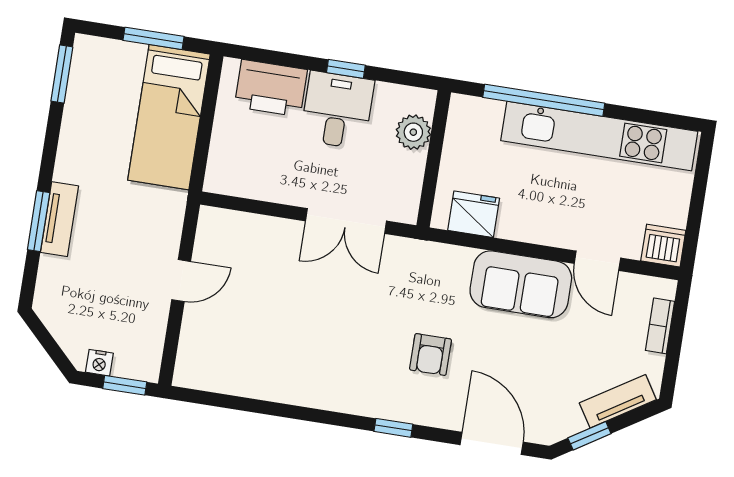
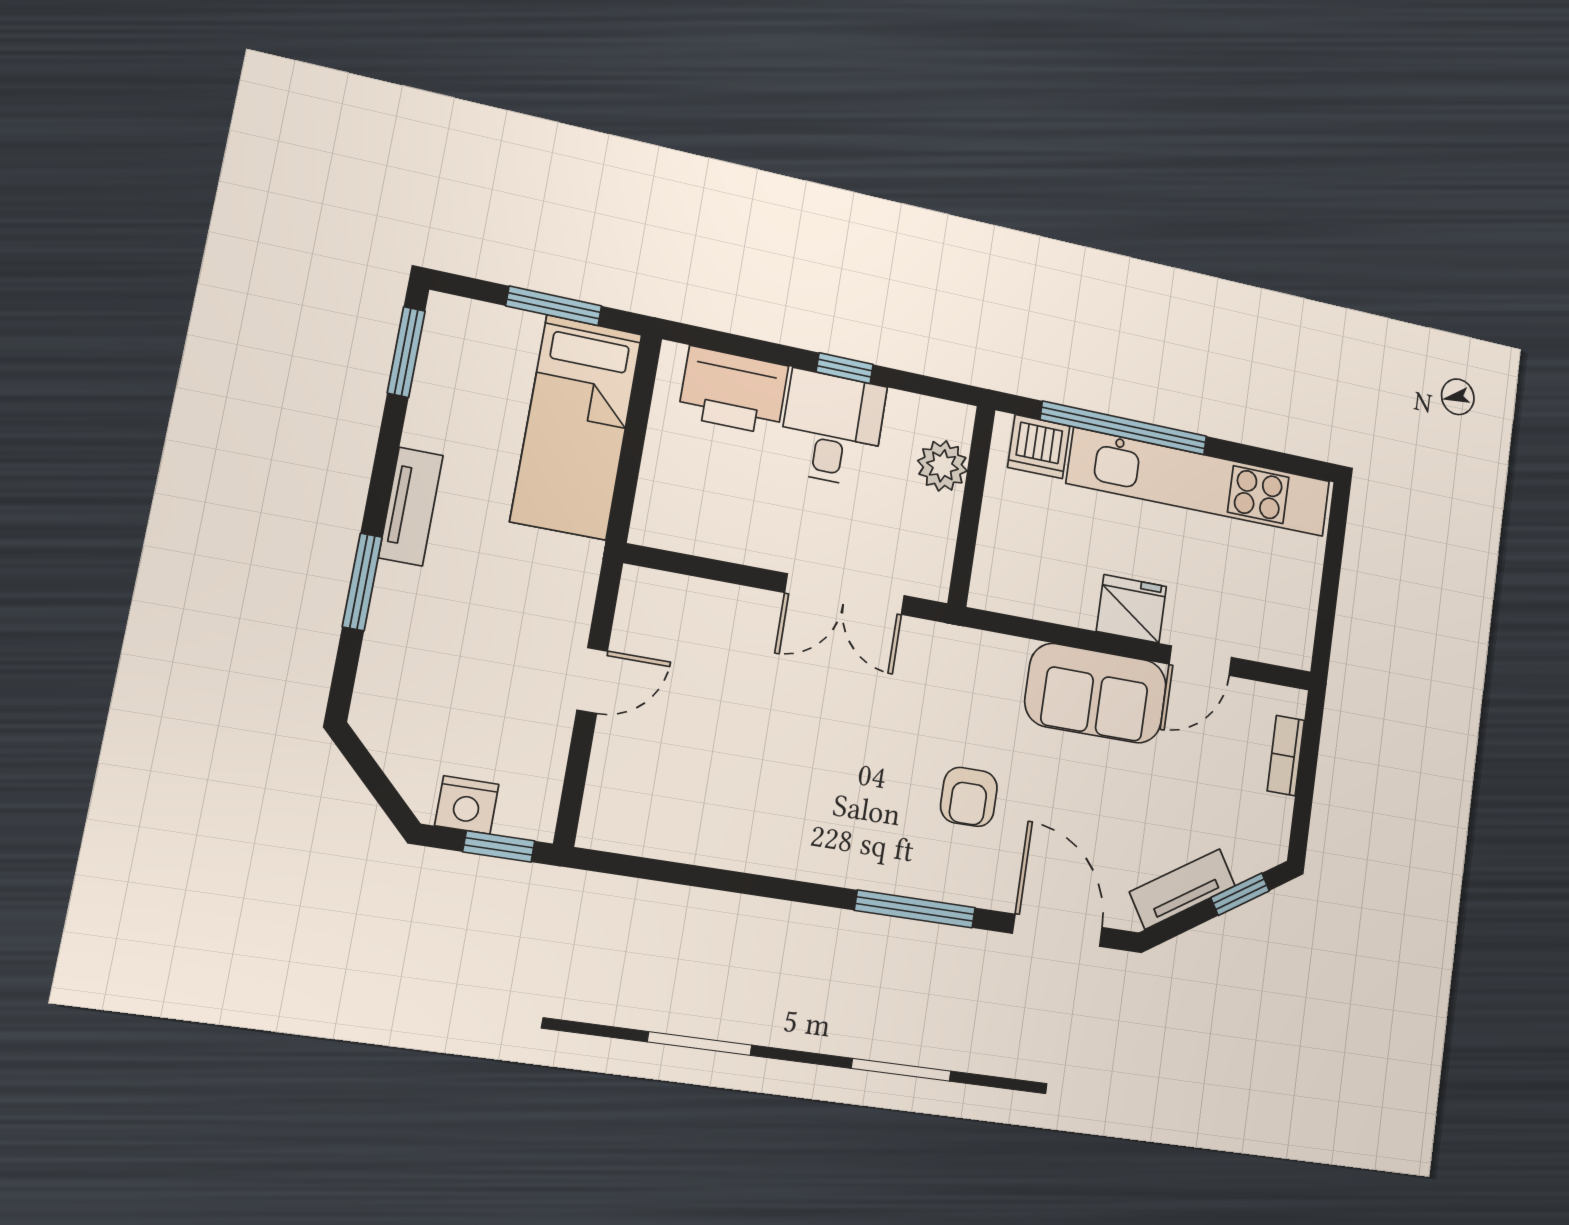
fridge: (474, 214) -> (1131, 609), moved
tv unit: (59, 219) -> (411, 506), moved
dishwasher: (663, 246) -> (1039, 447), moved, turned 180
door: (597, 261) -> (1200, 661), hinge flipped
nightstand: (99, 363) -> (467, 805), width x1.39, depth x1.35
tv unit: (618, 401) -> (1182, 889), moved
window: (393, 428) -> (915, 909), width x2.17
window: (589, 436) -> (1240, 894), moved

